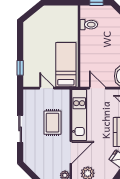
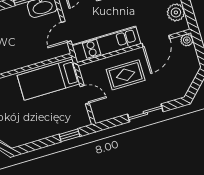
door: (47, 88) -> (85, 95), swing flipped
door: (71, 152) -> (156, 41), swing flipped

